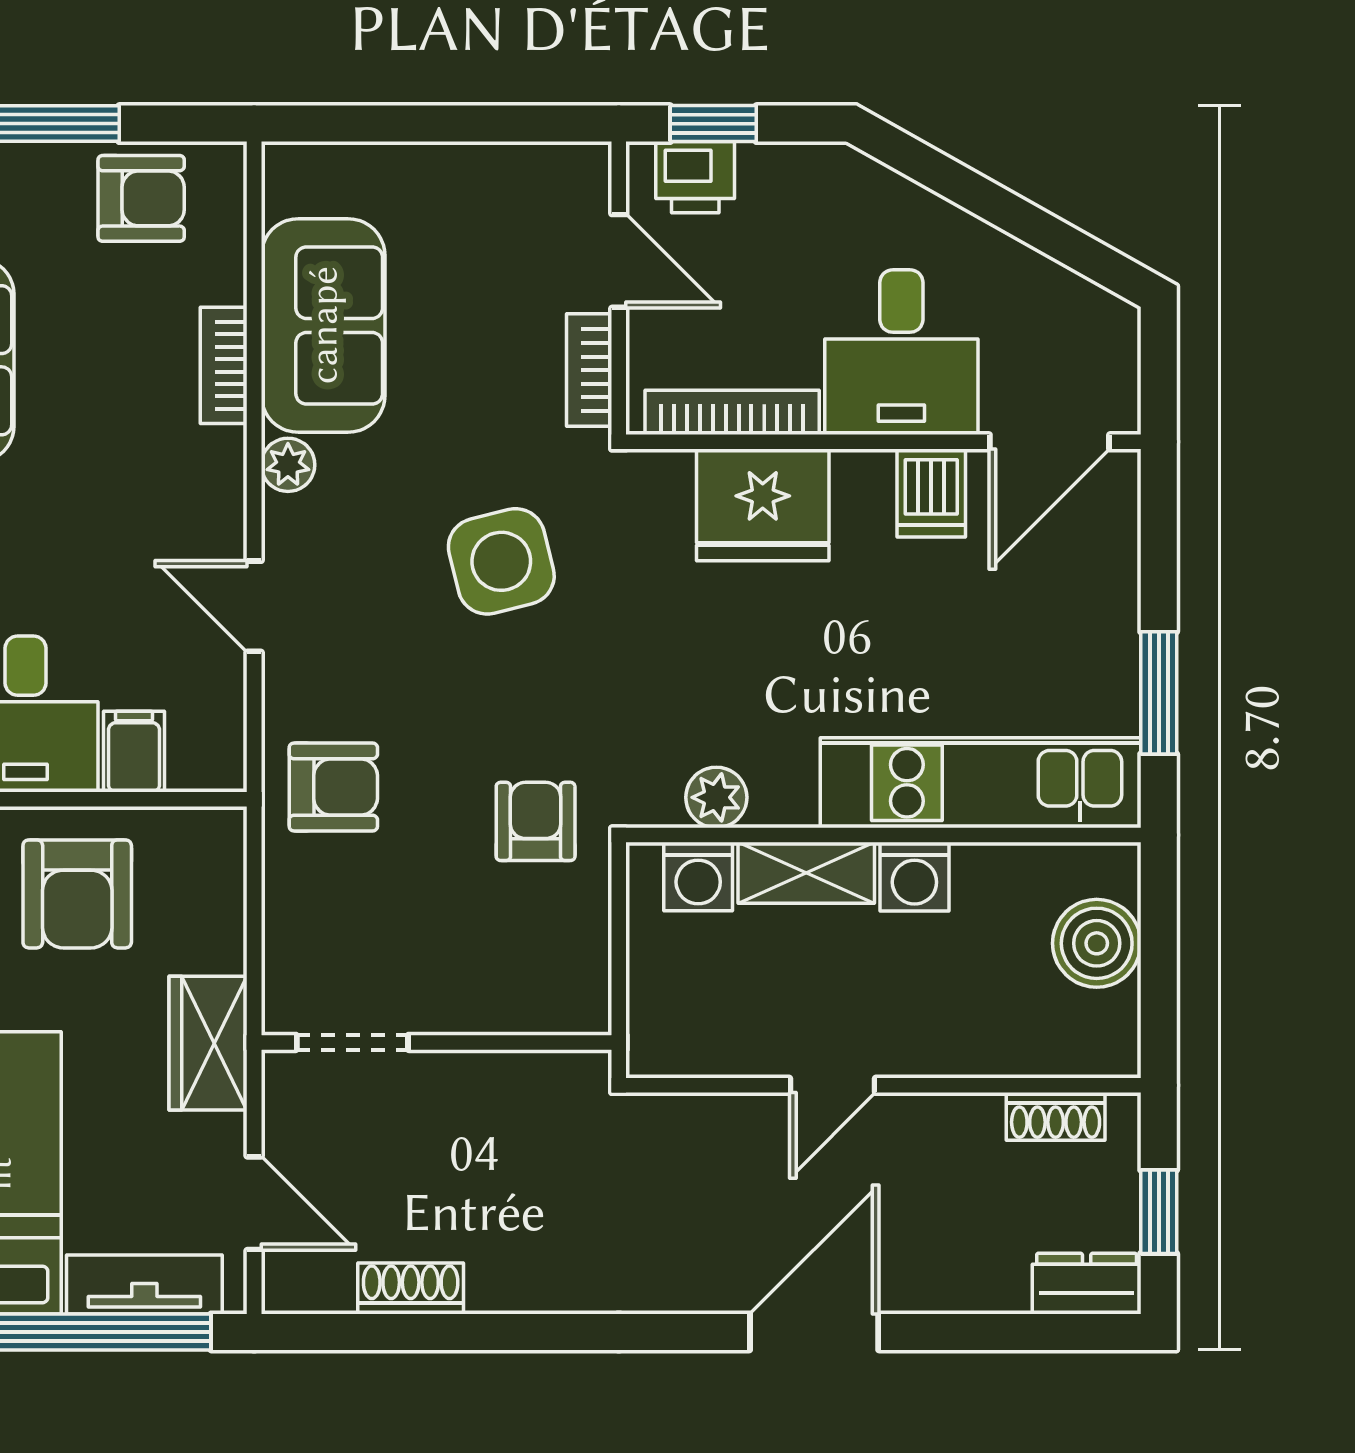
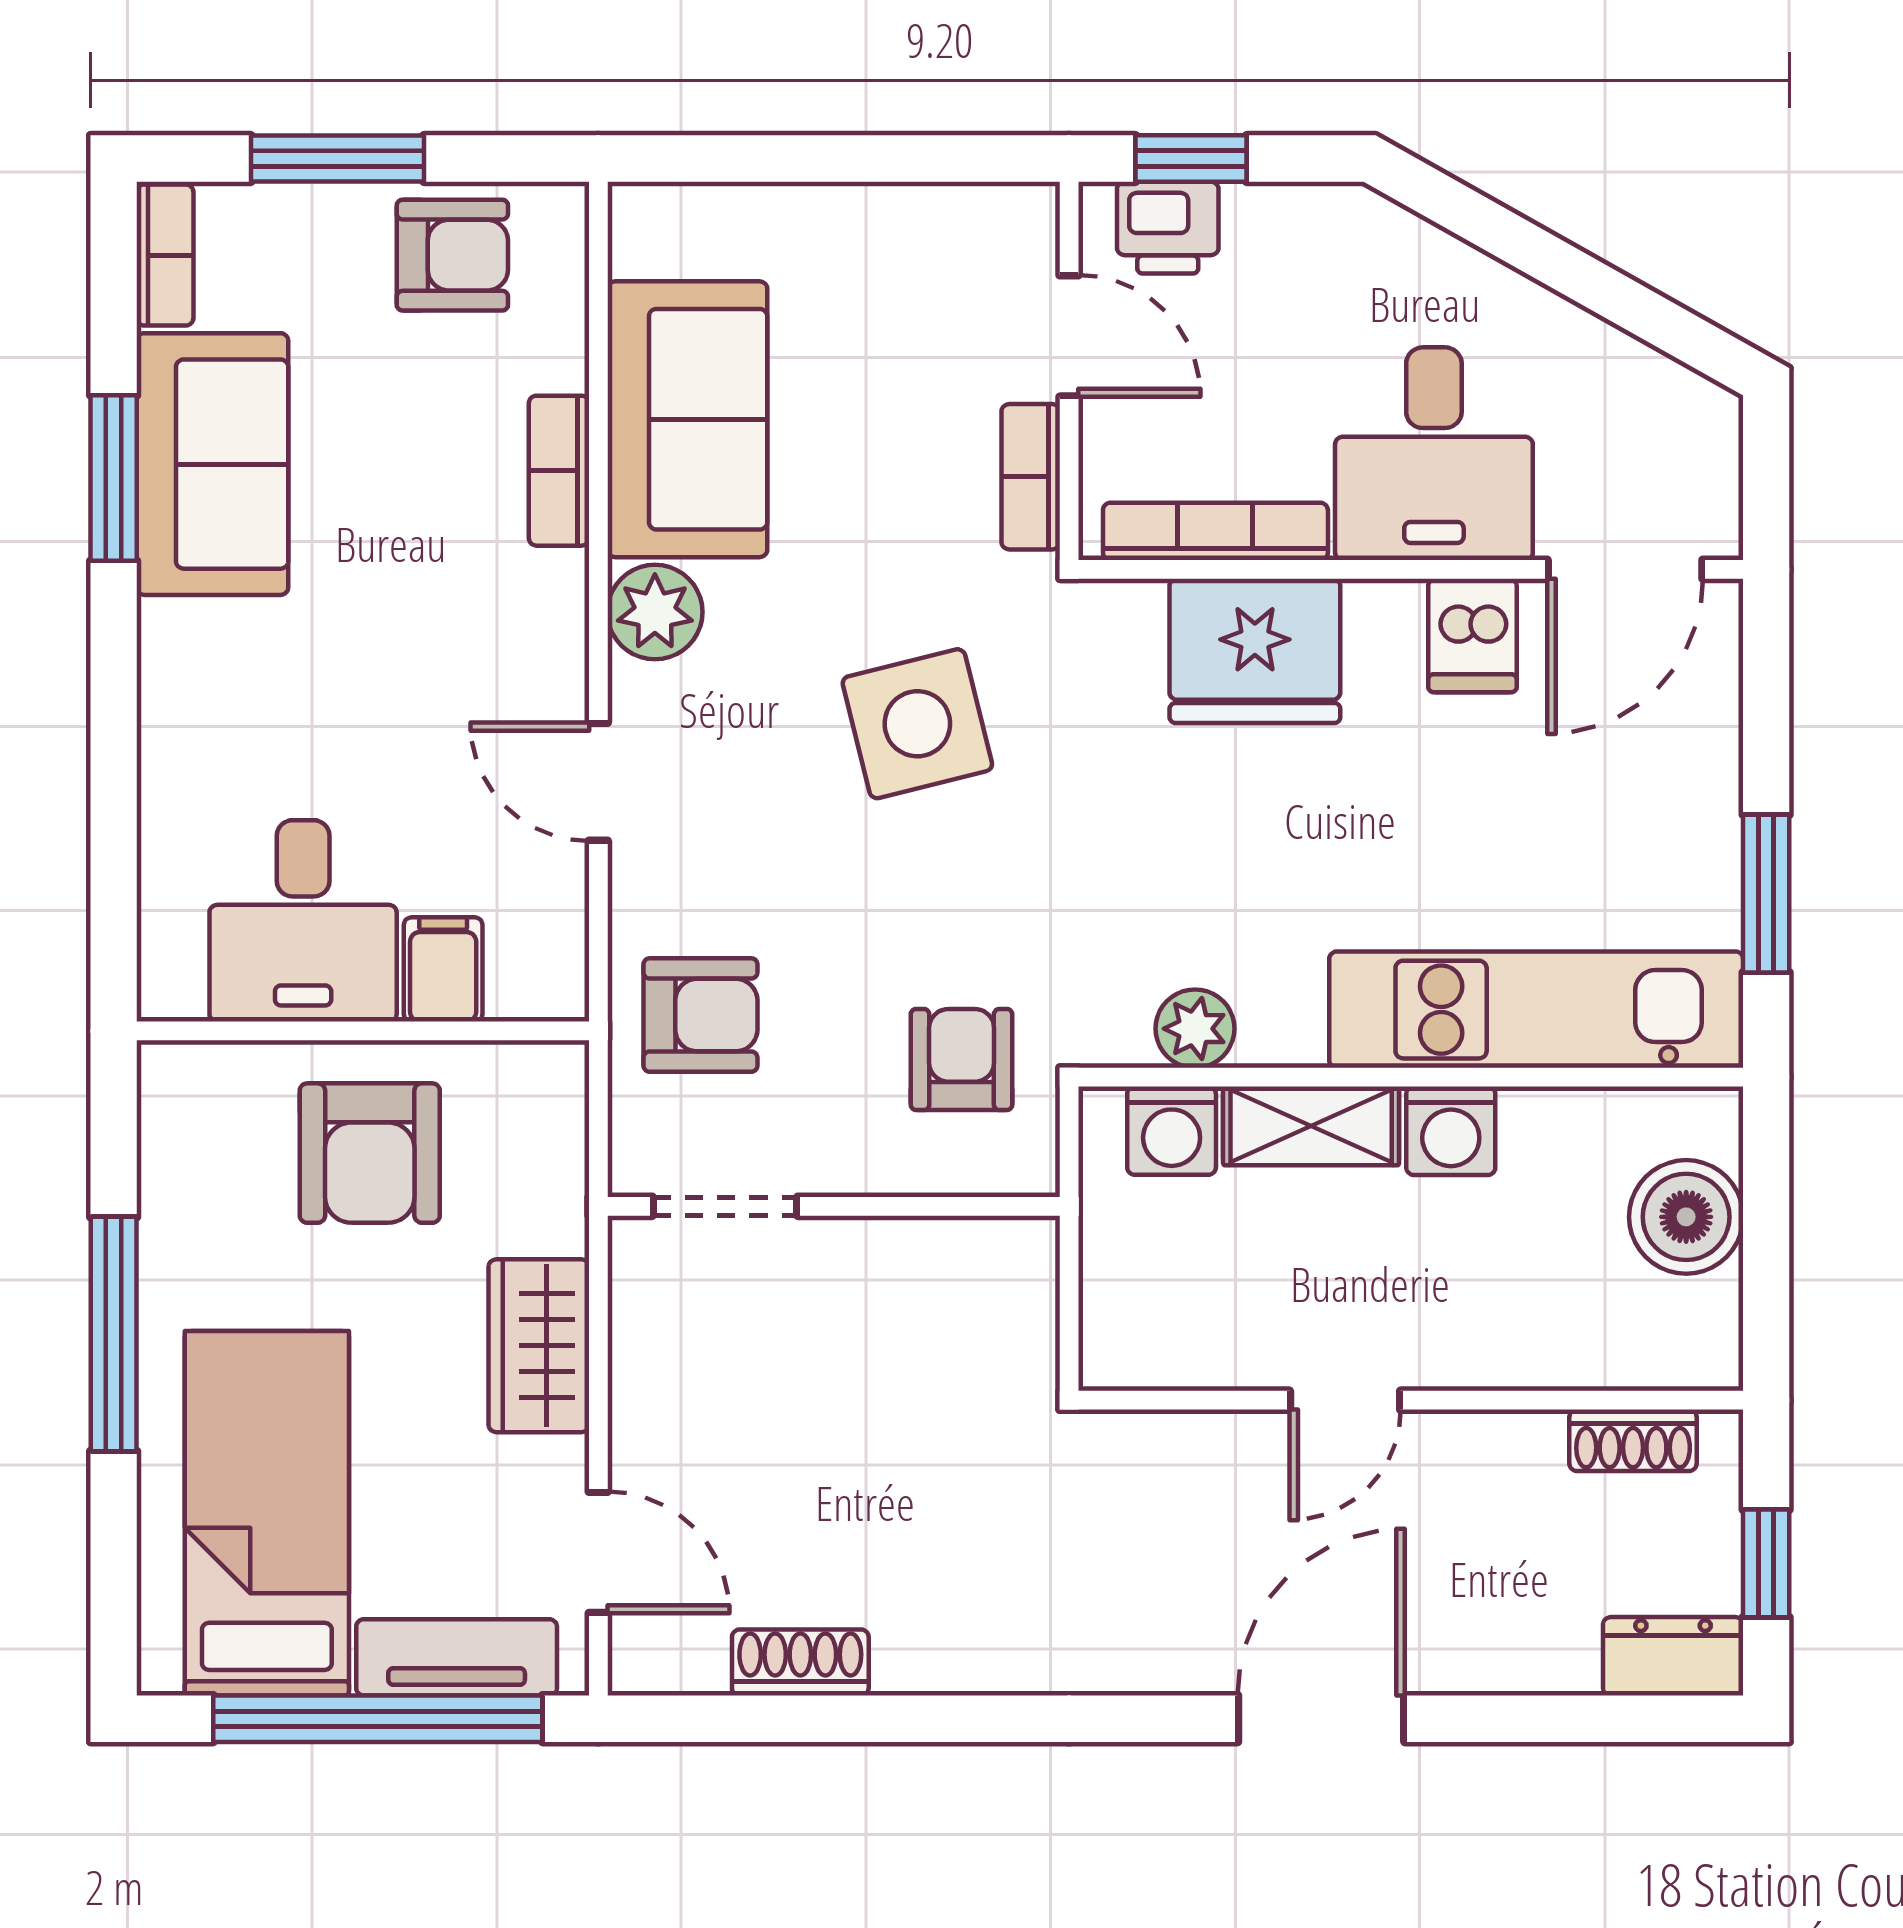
plant: (288, 465) -> (655, 612), width x1.38, depth x1.38
doorway: (352, 1042) -> (725, 1206), moved
wall: (436, 1042) -> (834, 1206), moved

